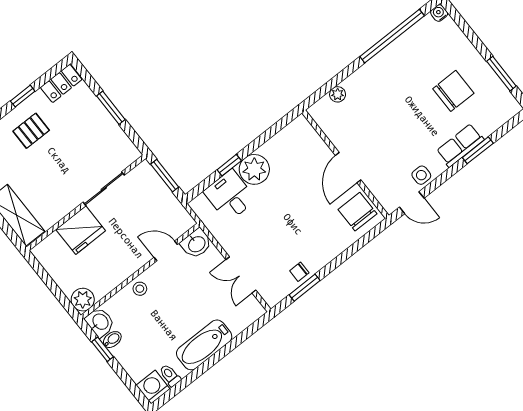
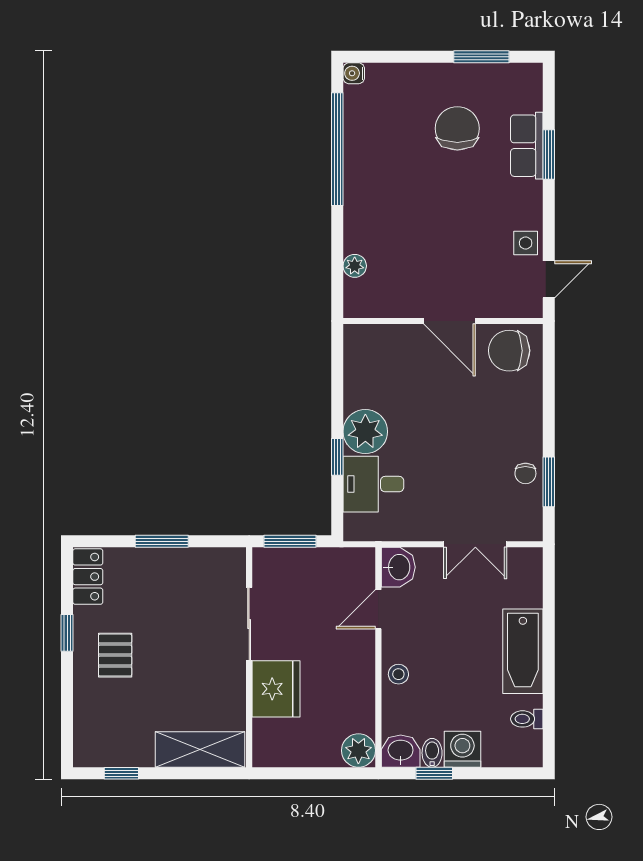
row of seats: (460, 145) -> (527, 146), moved
washing machine: (153, 387) -> (462, 749), moved, turned 90

